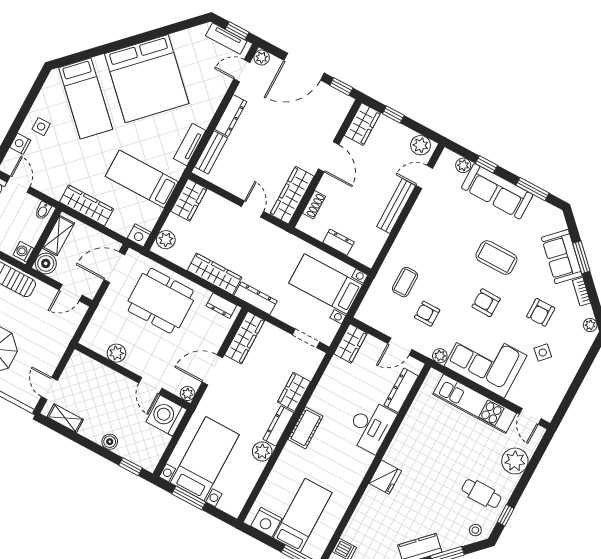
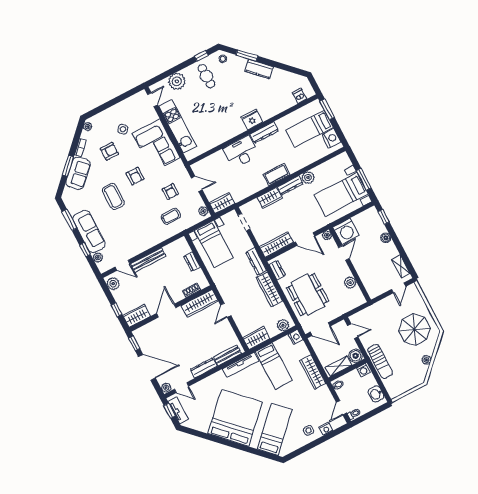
tv unit: (190, 144) -> (241, 365), width x1.41
plant: (440, 356) -> (203, 211), moved
dresser: (401, 390) -> (264, 132), moved

